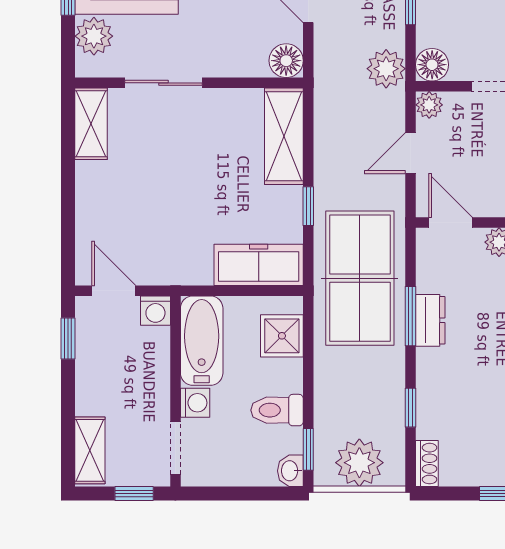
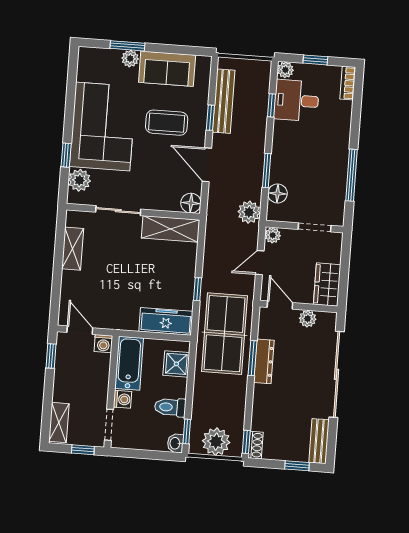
floor lamp: (432, 65) -> (278, 194), moved
shelving: (91, 124) -> (73, 249), moved
shelving: (284, 136) -> (171, 229), moved, turned 90
dresser: (430, 320) -> (264, 361), width x1.44
window: (411, 408) -> (246, 442), moved

